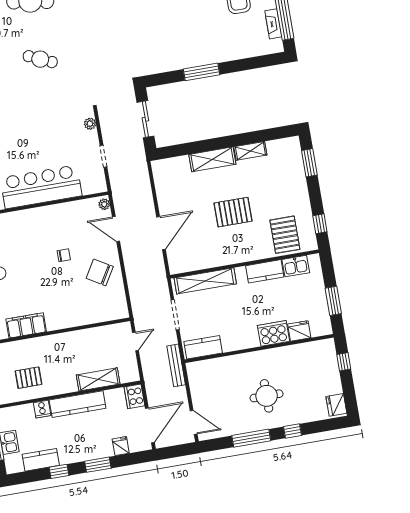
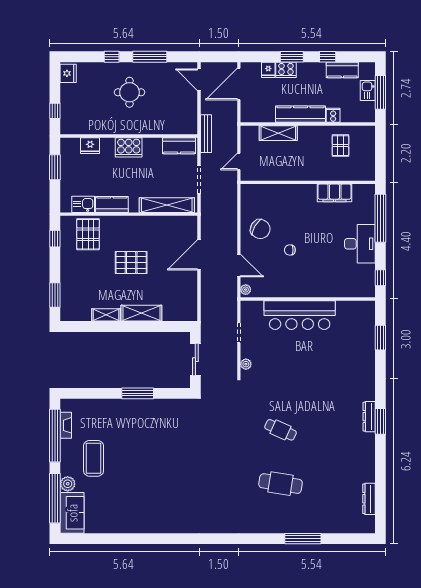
cooker: (273, 333) -> (129, 147), moved
pallet: (29, 378) -> (340, 146), turned 90
cooker: (134, 396) -> (286, 70), moved, turned 90

